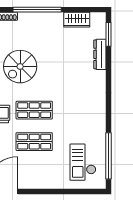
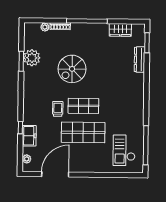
shop shelf: (34, 142) -> (83, 132), width x1.43, depth x1.36

